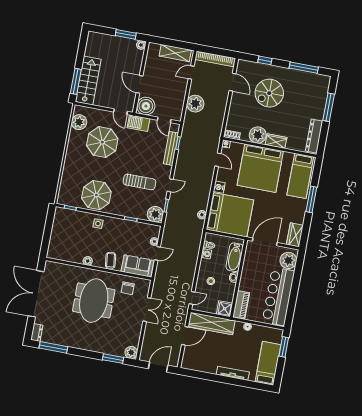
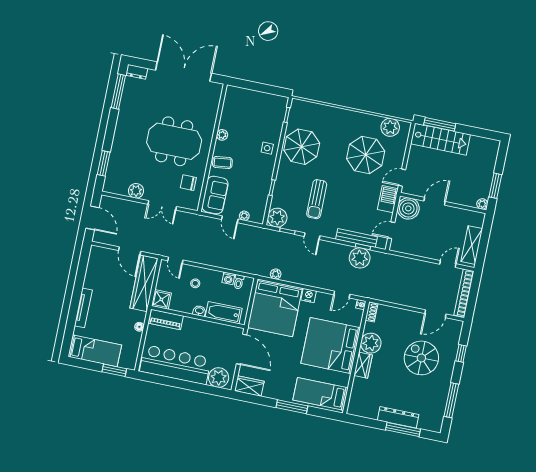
door: (191, 72) -> (448, 264), hinge flipped
plant: (195, 104) -> (360, 258), moved
dresser: (314, 136) -> (398, 417), moved
plant: (131, 352) -> (136, 191), moved

